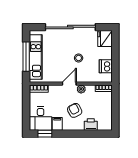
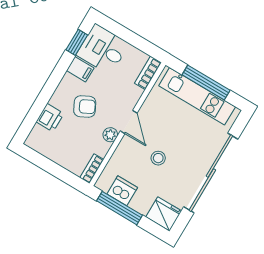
window: (115, 62) -> (119, 208), added

